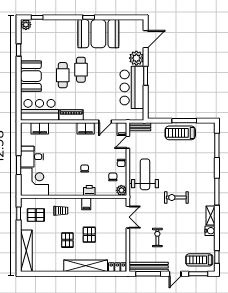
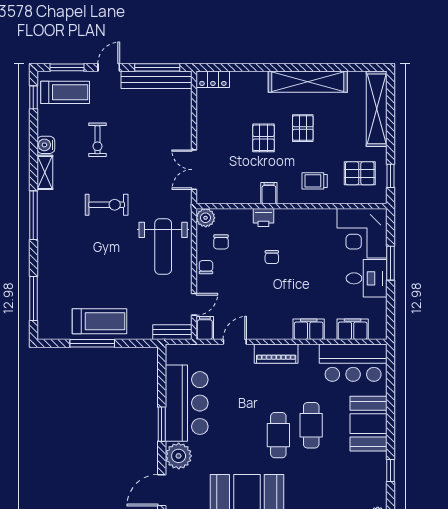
piano: (71, 115) -> (276, 354), moved
filing cabinet: (86, 128) -> (309, 329), moved
exercise bike: (157, 237) -> (97, 140), moved
shelving: (86, 266) -> (308, 82), moved

